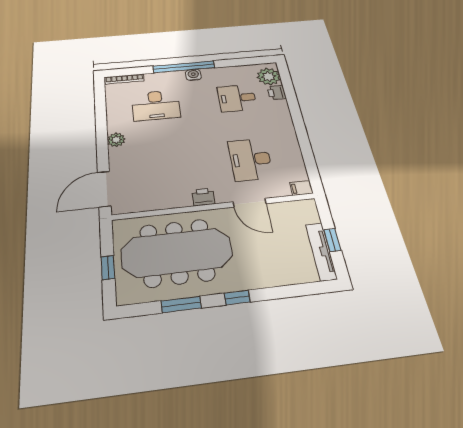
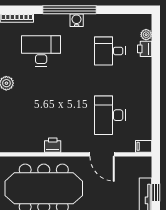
plant: (269, 77) -> (146, 35), width x0.53, depth x0.53
desk: (156, 105) -> (41, 51), turned 180
printer: (203, 197) -> (53, 145), moved

